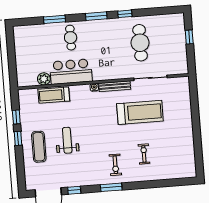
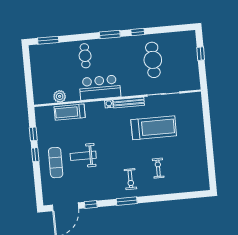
window: (55, 19) -> (48, 40), moved
bar counter: (71, 72) -> (100, 88), moved
weight bench: (67, 140) -> (83, 156), turned -90

